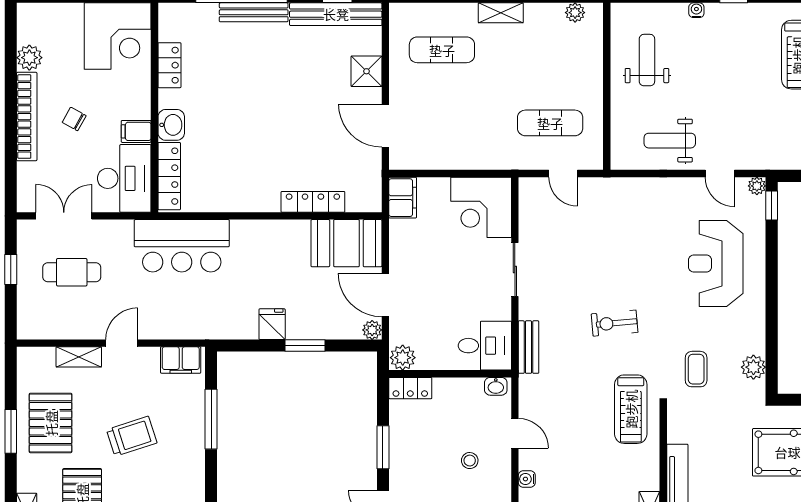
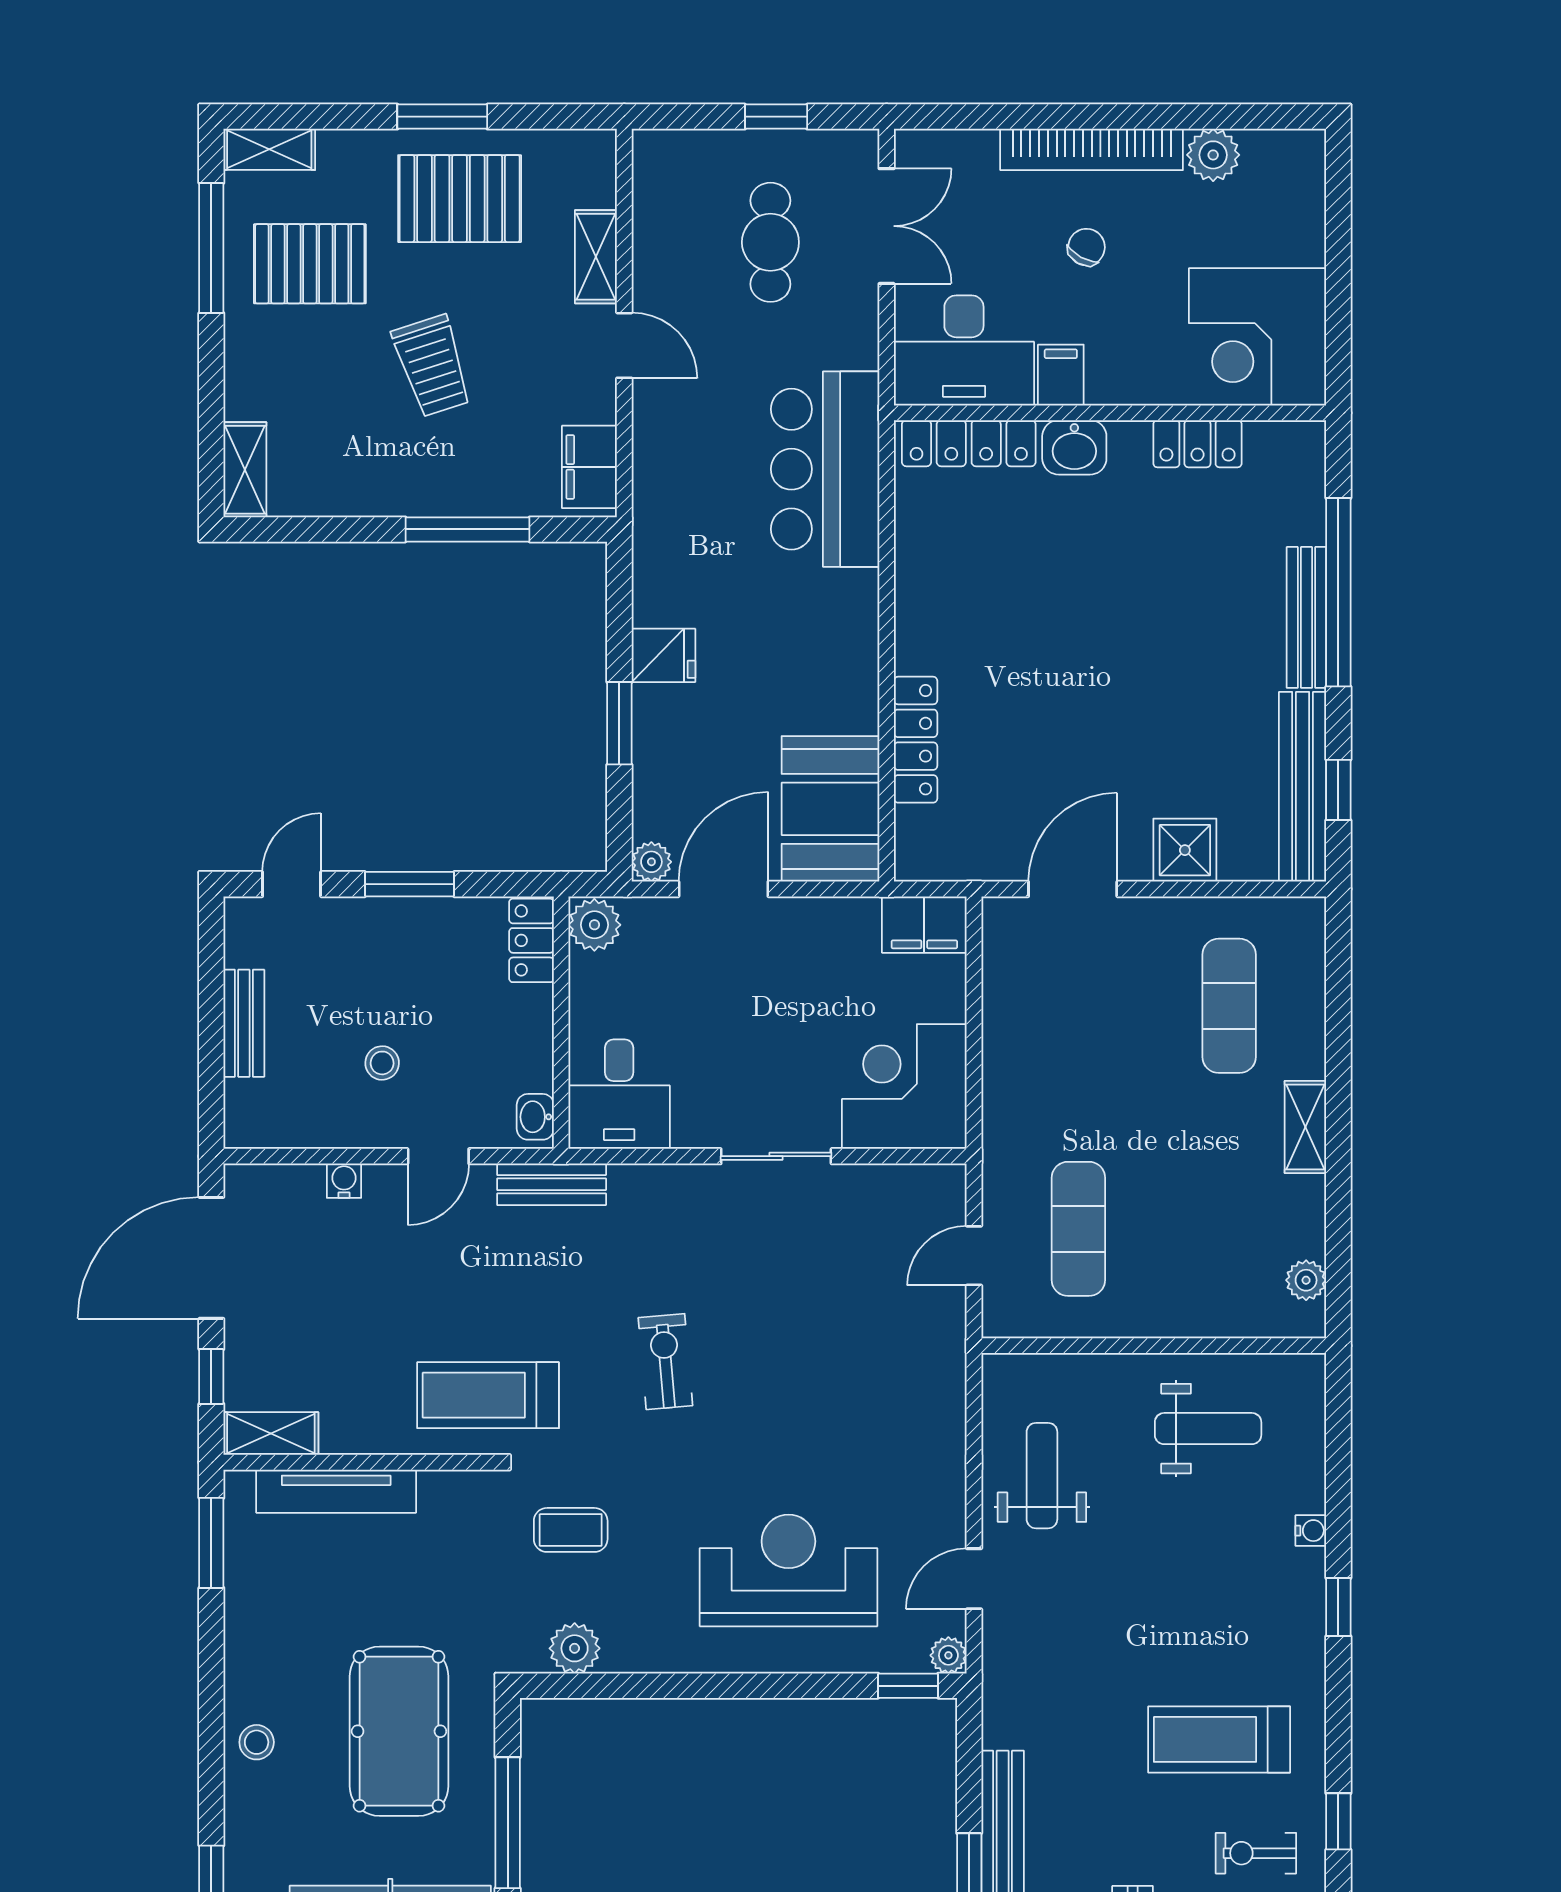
bench: (528, 347) -> (552, 1184), moved

